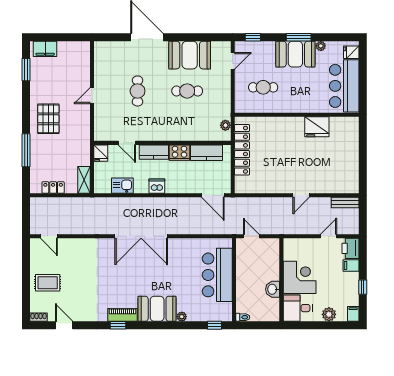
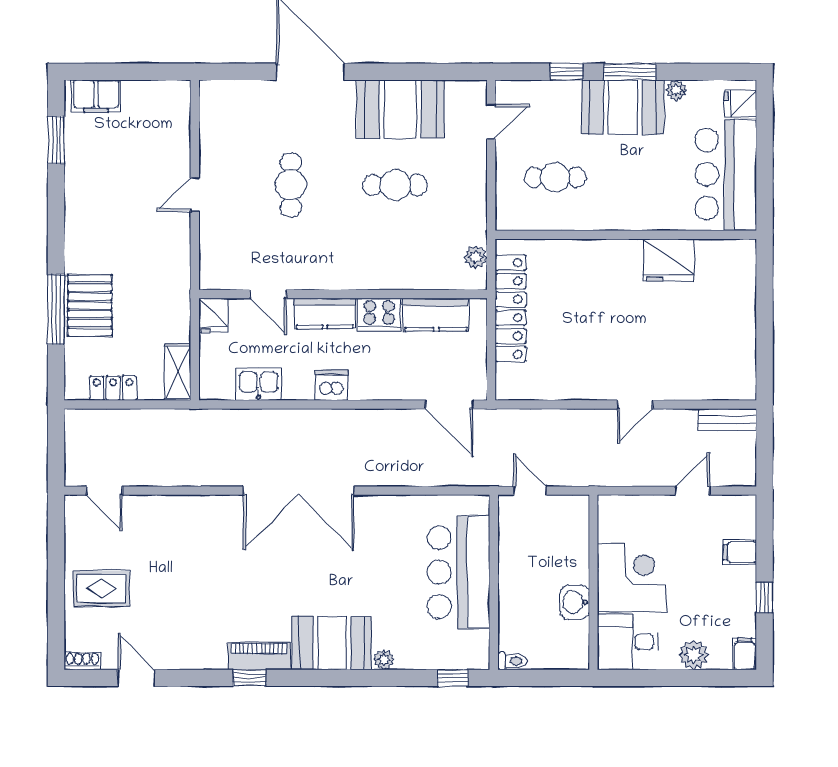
window: (253, 37) -> (567, 72), moved
pallet: (48, 119) -> (90, 305), moved
printer: (350, 248) -> (739, 516), removed

